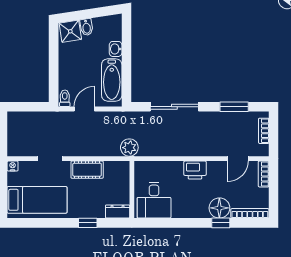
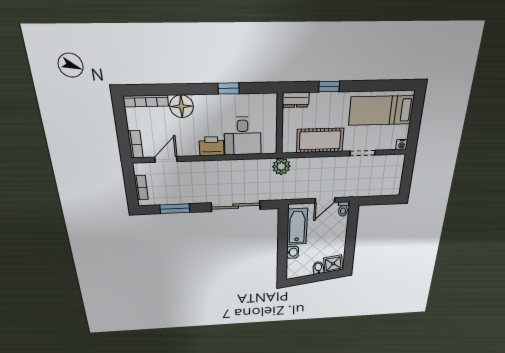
cot: (87, 170) -> (320, 140), width x1.37, depth x1.34
desk: (154, 200) -> (243, 136), moved, turned 180
window: (221, 223) -> (229, 88), moved

